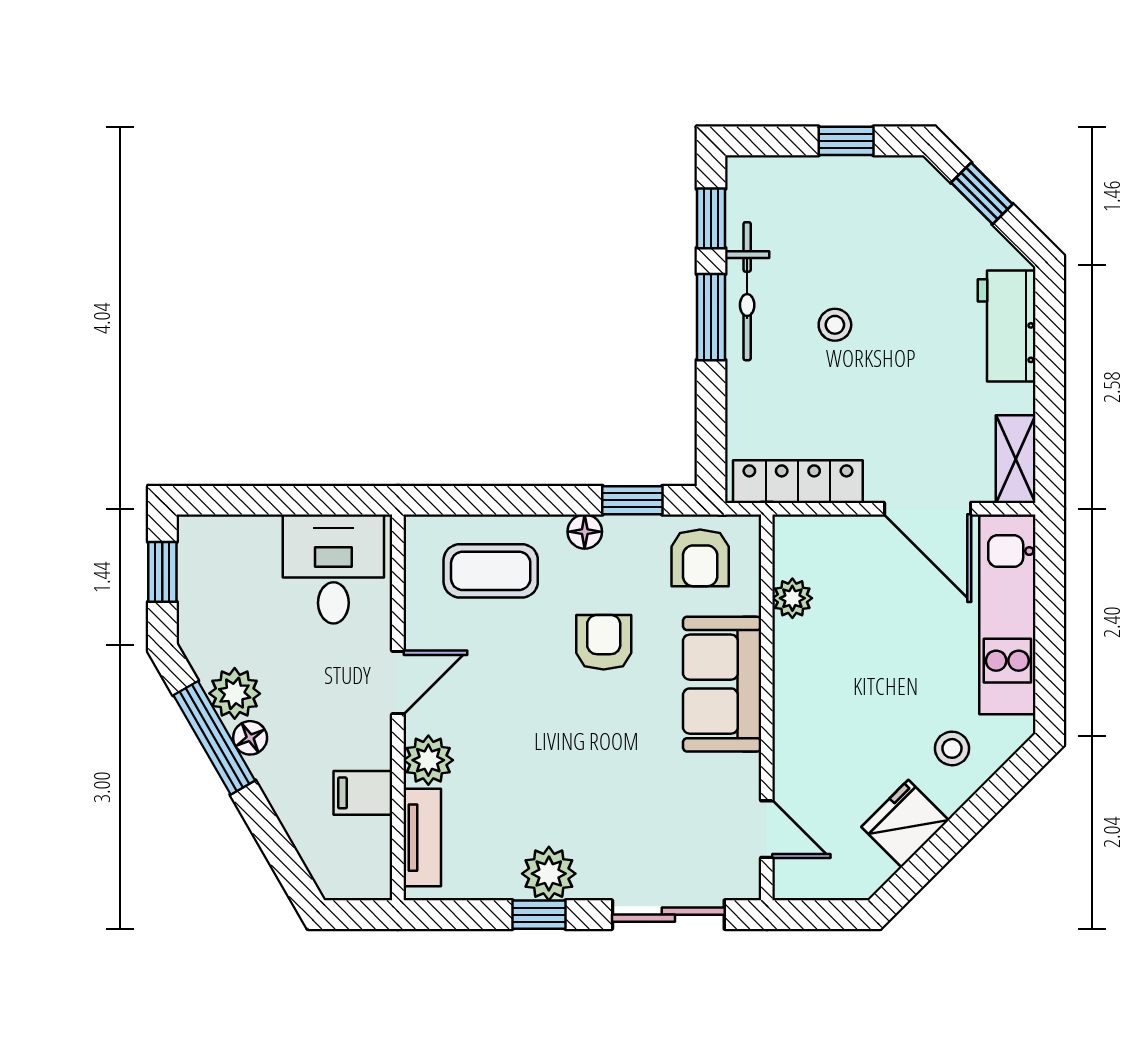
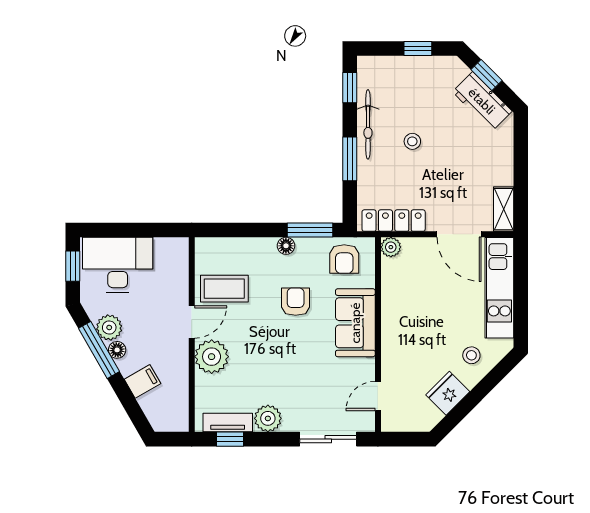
window: (711, 317) -> (350, 159), moved
workbench: (1007, 326) -> (482, 101), moved, turned -45
window: (632, 500) -> (310, 230), width x1.50
desk: (333, 569) -> (118, 265), moved, width x1.37
coffee table: (491, 571) -> (224, 289), moved
plant: (792, 598) -> (391, 247), moved
plant: (428, 760) -> (212, 357), width x1.36, depth x1.36
filing cabinet: (363, 793) -> (142, 381), moved, turned 150
door: (767, 829) -> (378, 396), swing flipped
tv unit: (422, 838) -> (228, 423), moved, turned -90
window: (539, 915) -> (230, 439), moved

